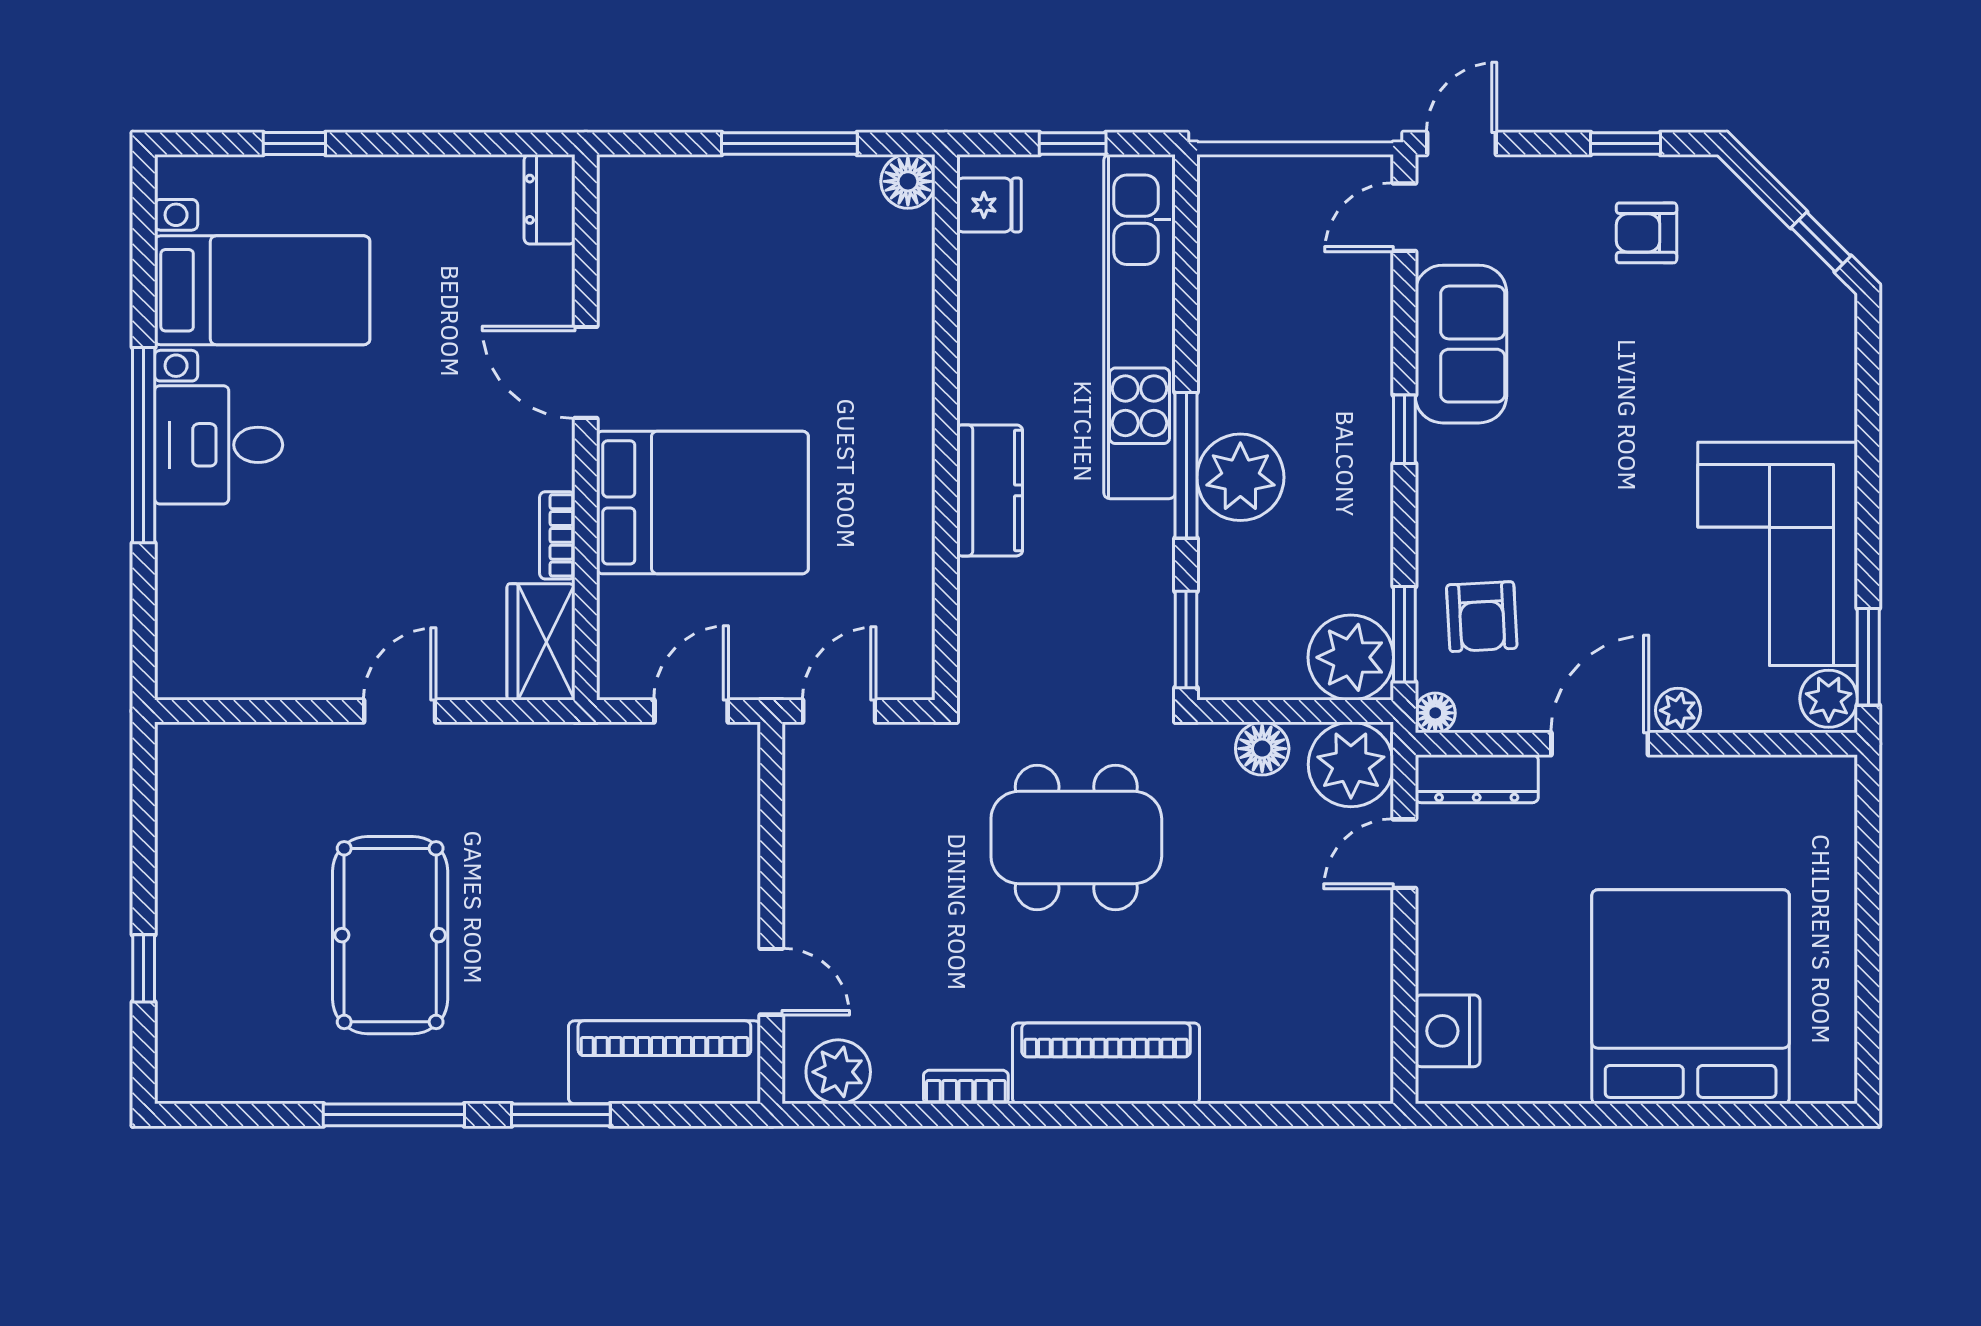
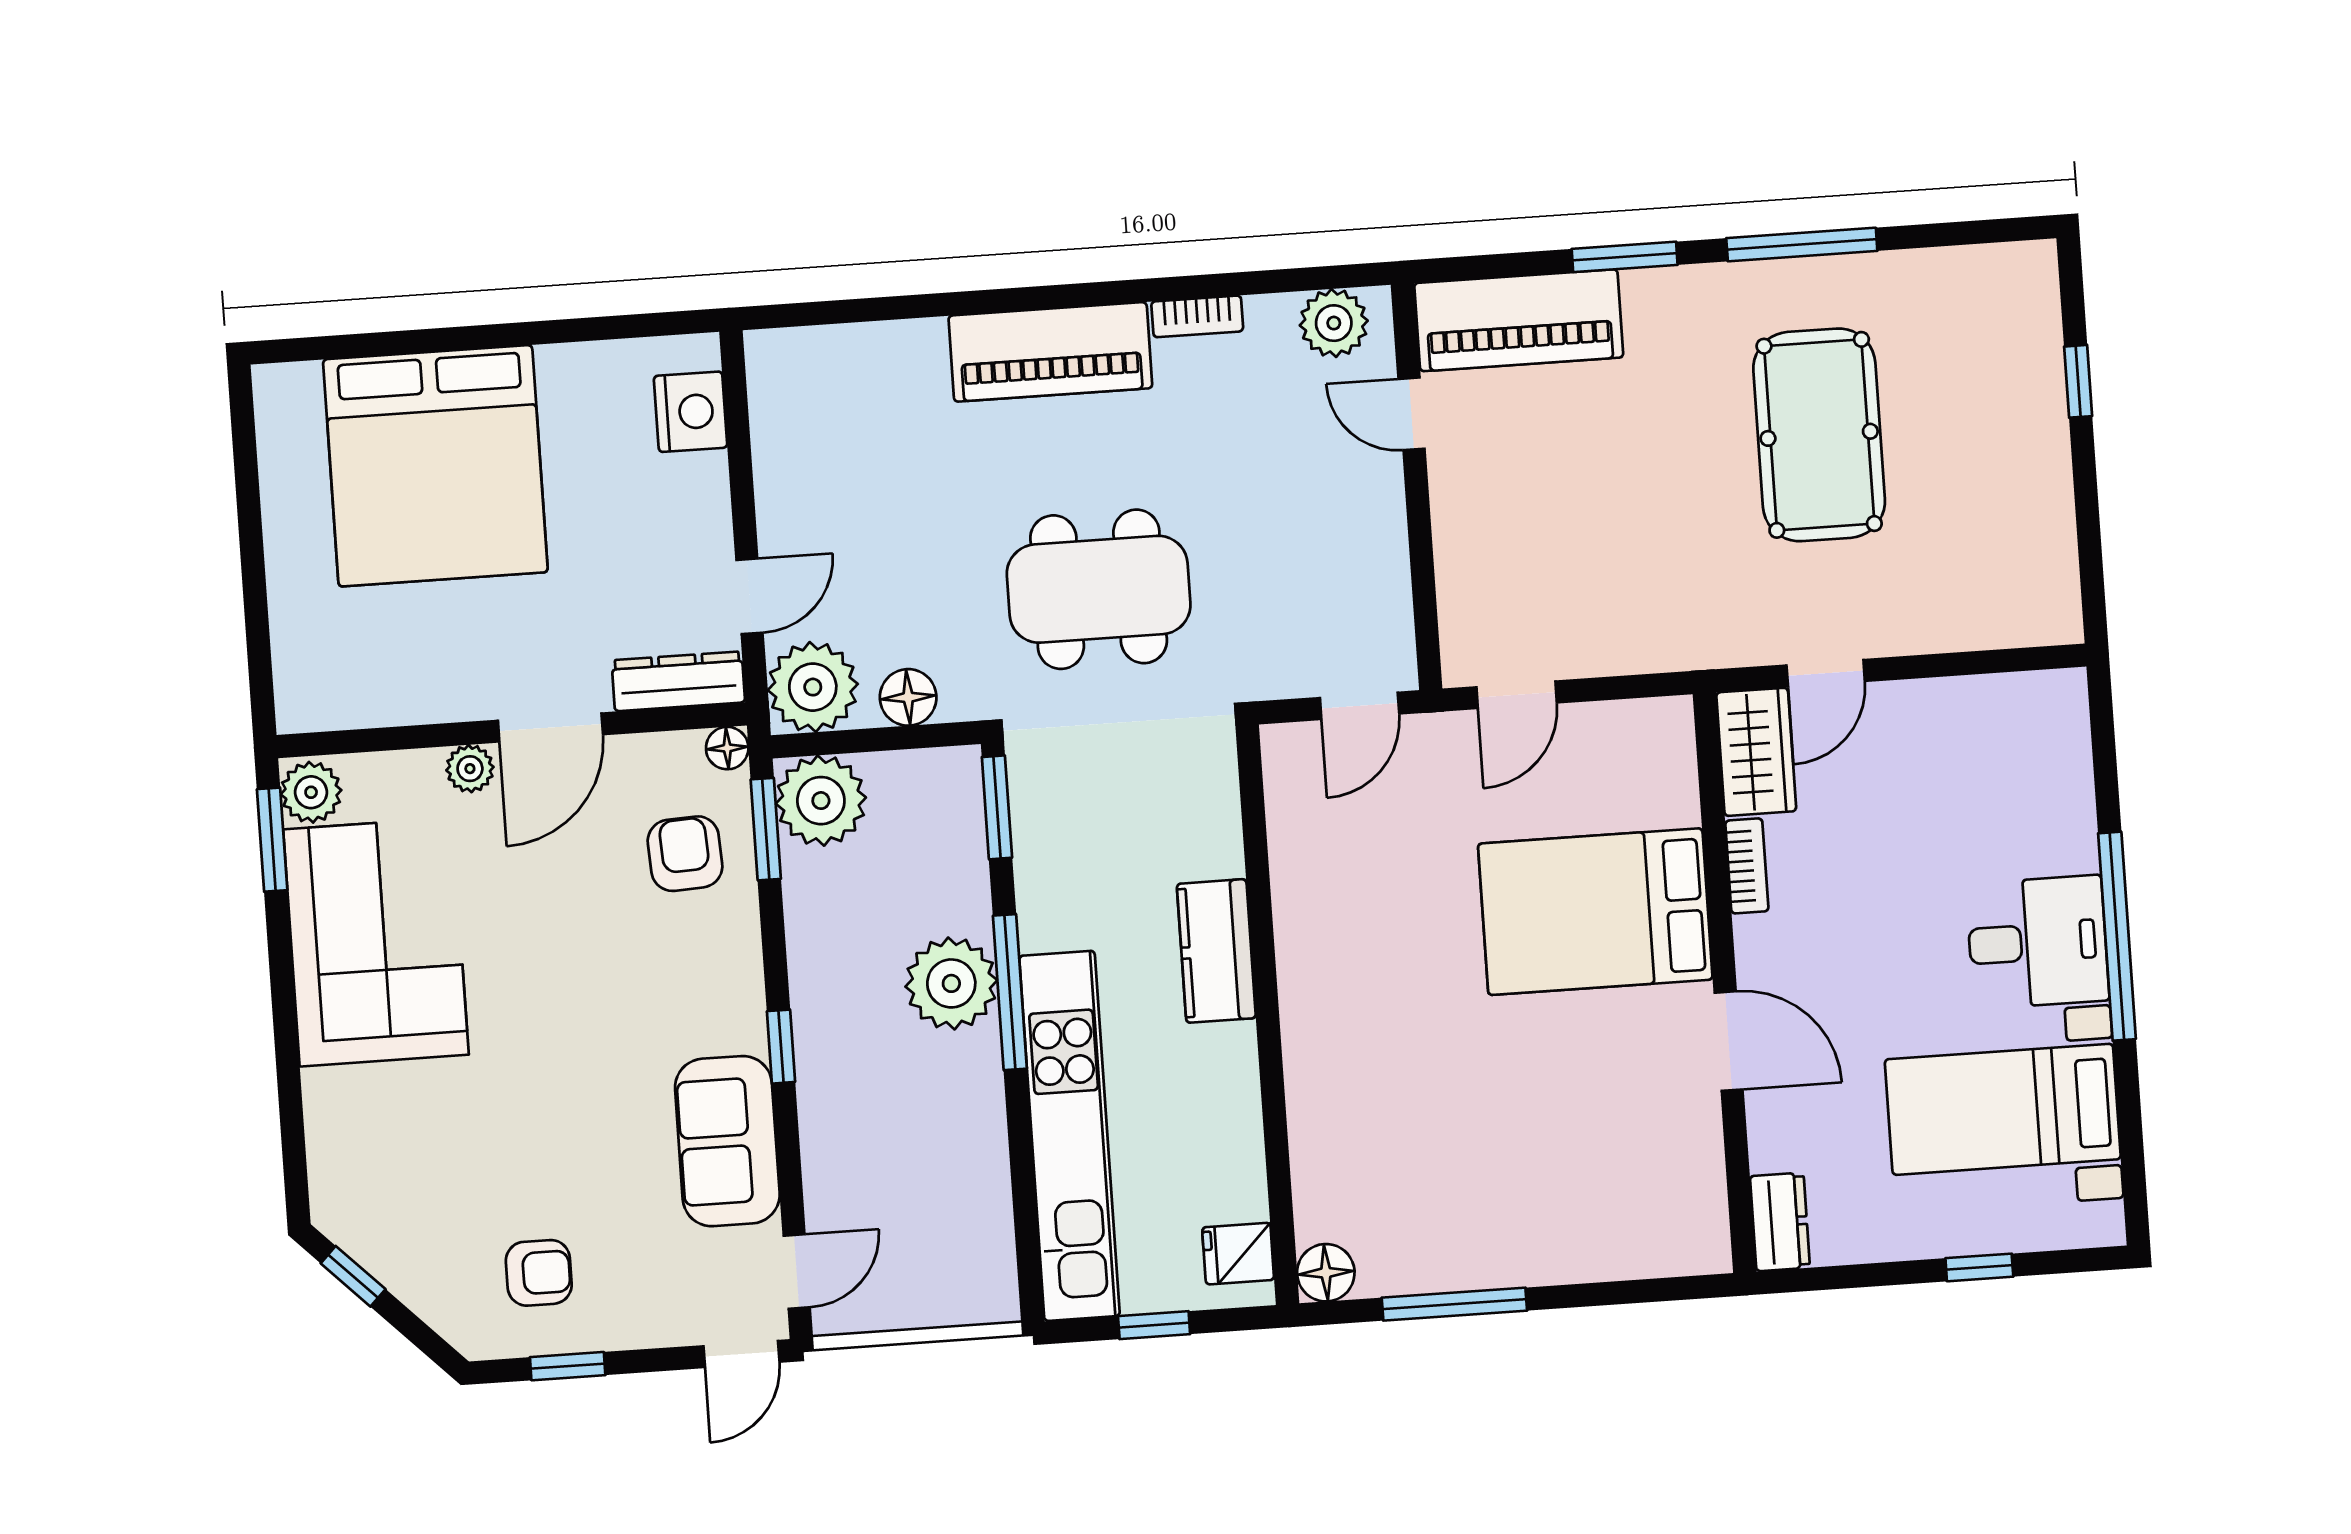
dresser: (549, 199) -> (1780, 1222), moved
door: (586, 372) -> (1729, 1041), moved
wall: (586, 427) -> (1725, 983), moved
bed: (702, 502) -> (1595, 912), moved
bookcase: (557, 535) -> (1747, 866), moved
wardrobe: (541, 642) -> (1756, 752), moved

